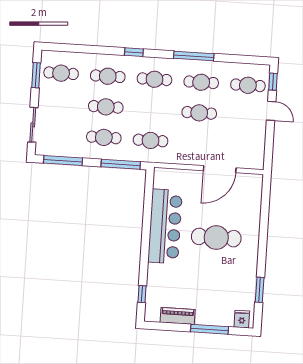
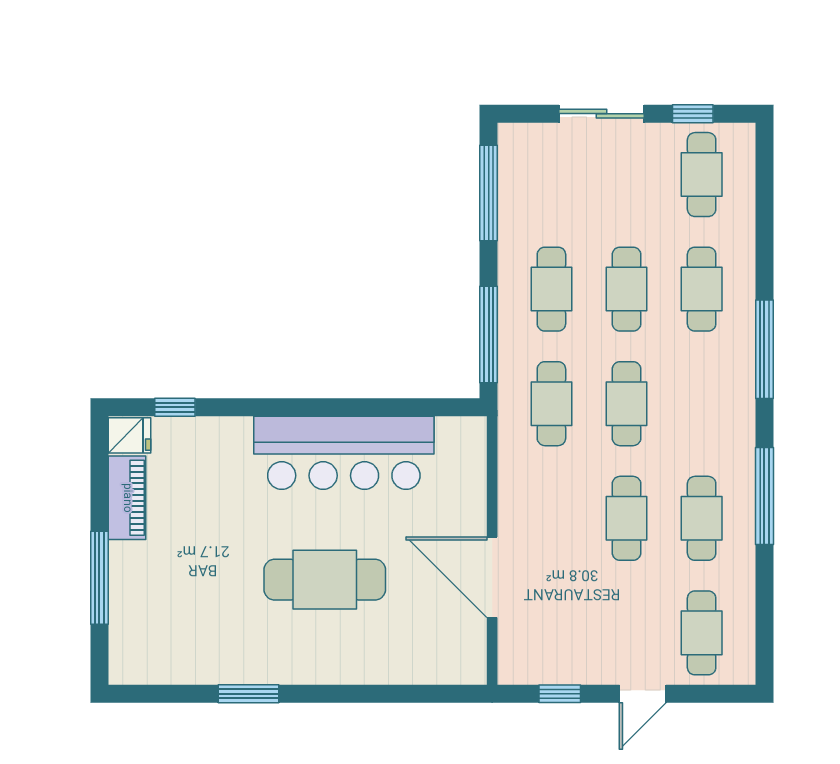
window: (134, 52) -> (764, 349), width x2.17
window: (36, 75) -> (693, 114), width x0.67
cafe table: (154, 79) -> (627, 404), moved
window: (273, 82) -> (560, 694), moved
sliding door: (33, 125) -> (601, 114), moved
cafe table: (216, 238) -> (325, 580), turned 90
window: (260, 290) -> (249, 694), moved
fridge: (242, 319) -> (129, 435), moved

